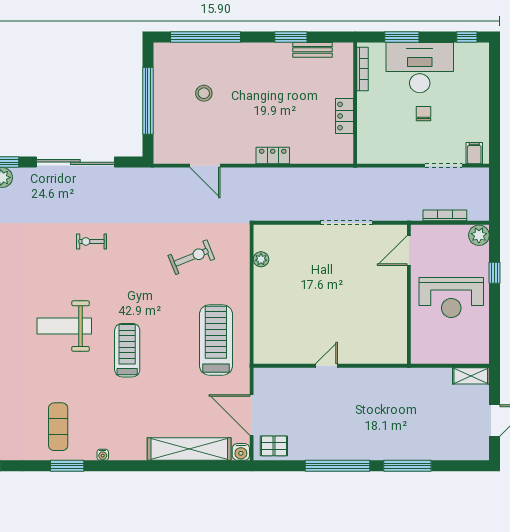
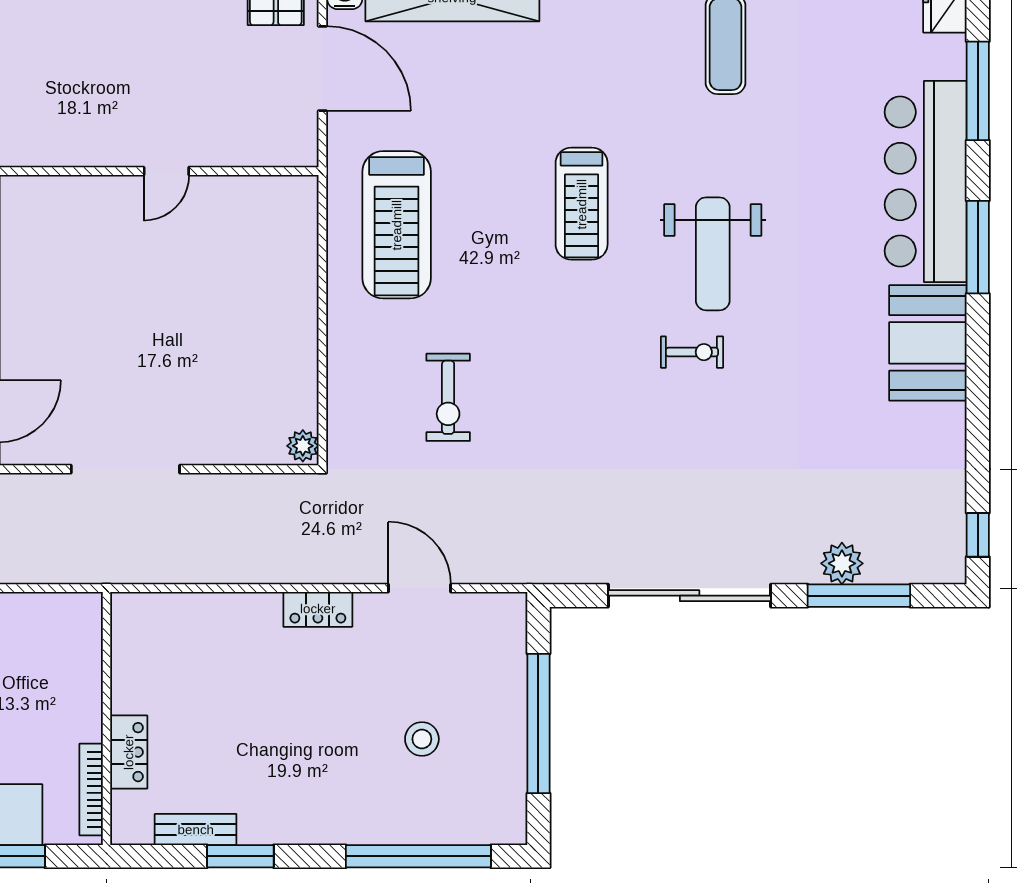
locker: (345, 116) -> (129, 752), moved
locker: (273, 155) -> (318, 609), moved
exercise bike: (91, 241) -> (692, 352), moved
exercise bike: (191, 257) -> (448, 397), turned -68
plant: (261, 259) -> (303, 446), moved
weight bench: (64, 326) -> (713, 254), turned 90

